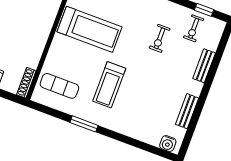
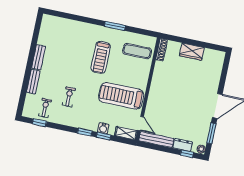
treadmill: (109, 85) -> (101, 57), turned 180
bench: (187, 111) -> (39, 57), moved
water cooler: (168, 143) -> (51, 21), removed

